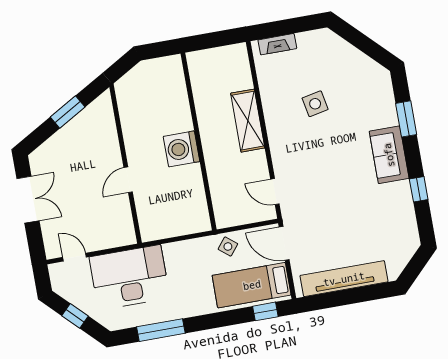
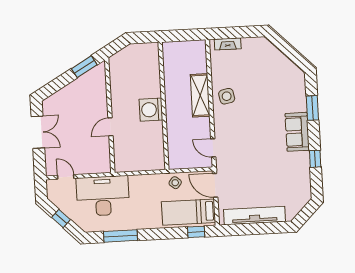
side table: (315, 104) -> (227, 96), moved
window: (68, 112) -> (84, 67), moved

